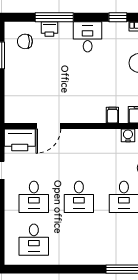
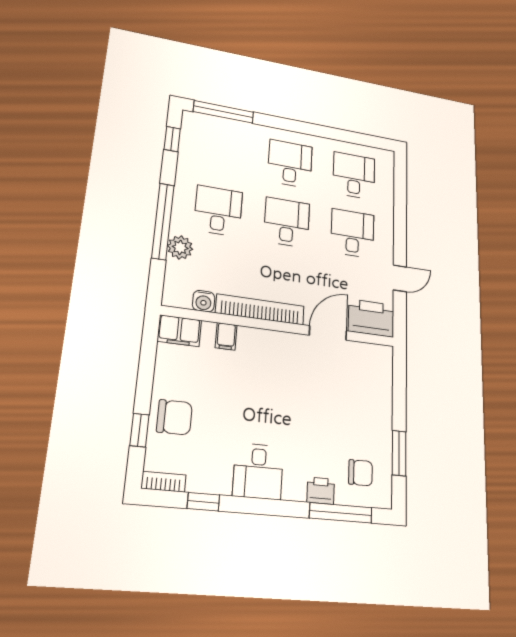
window: (54, 17) -> (341, 513), moved
bookcase: (93, 135) -> (260, 309), added
desk: (79, 240) -> (290, 164), added

